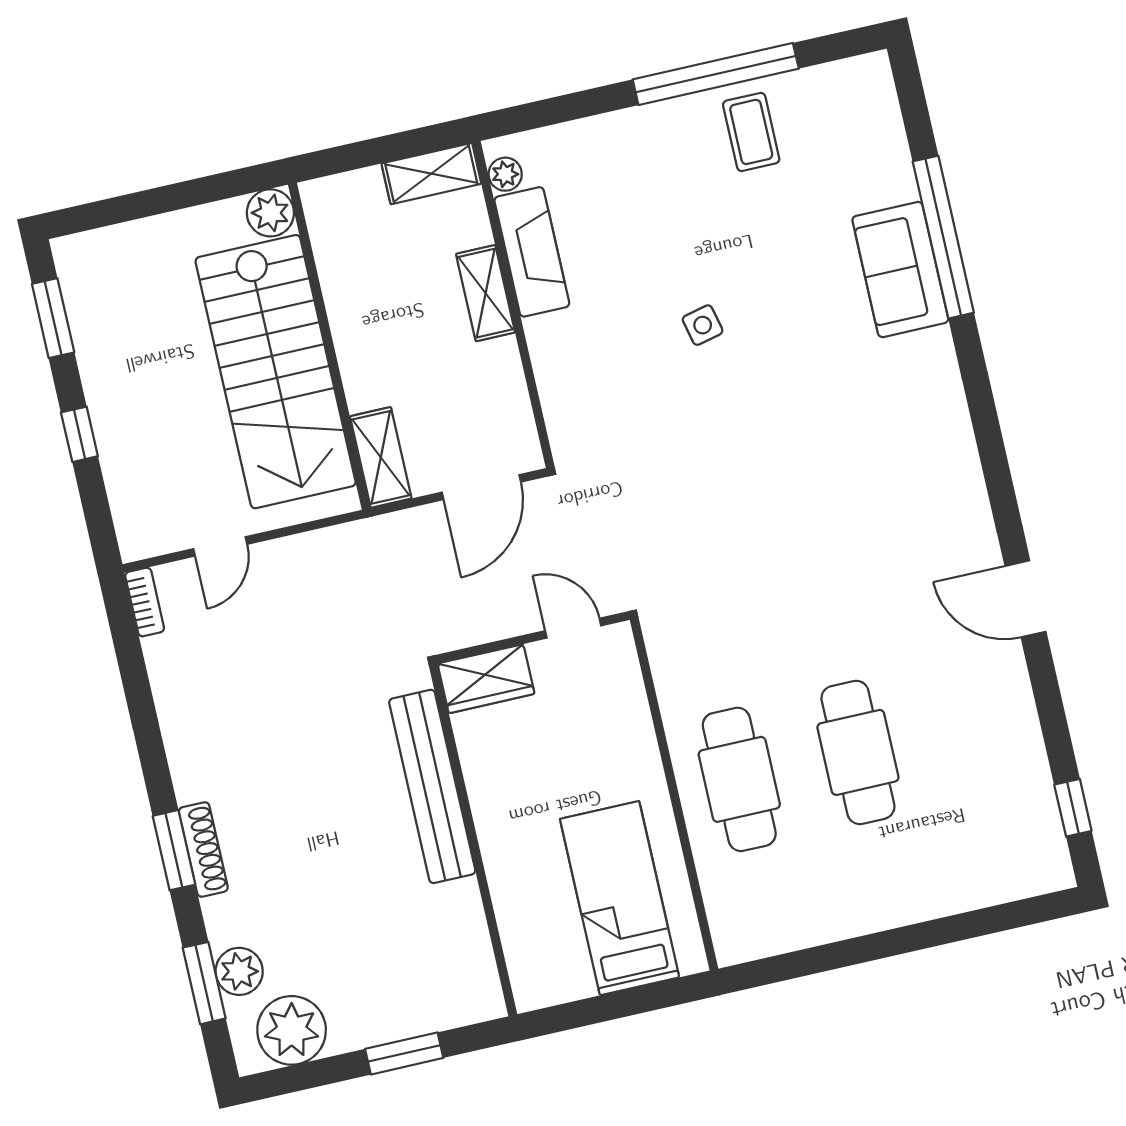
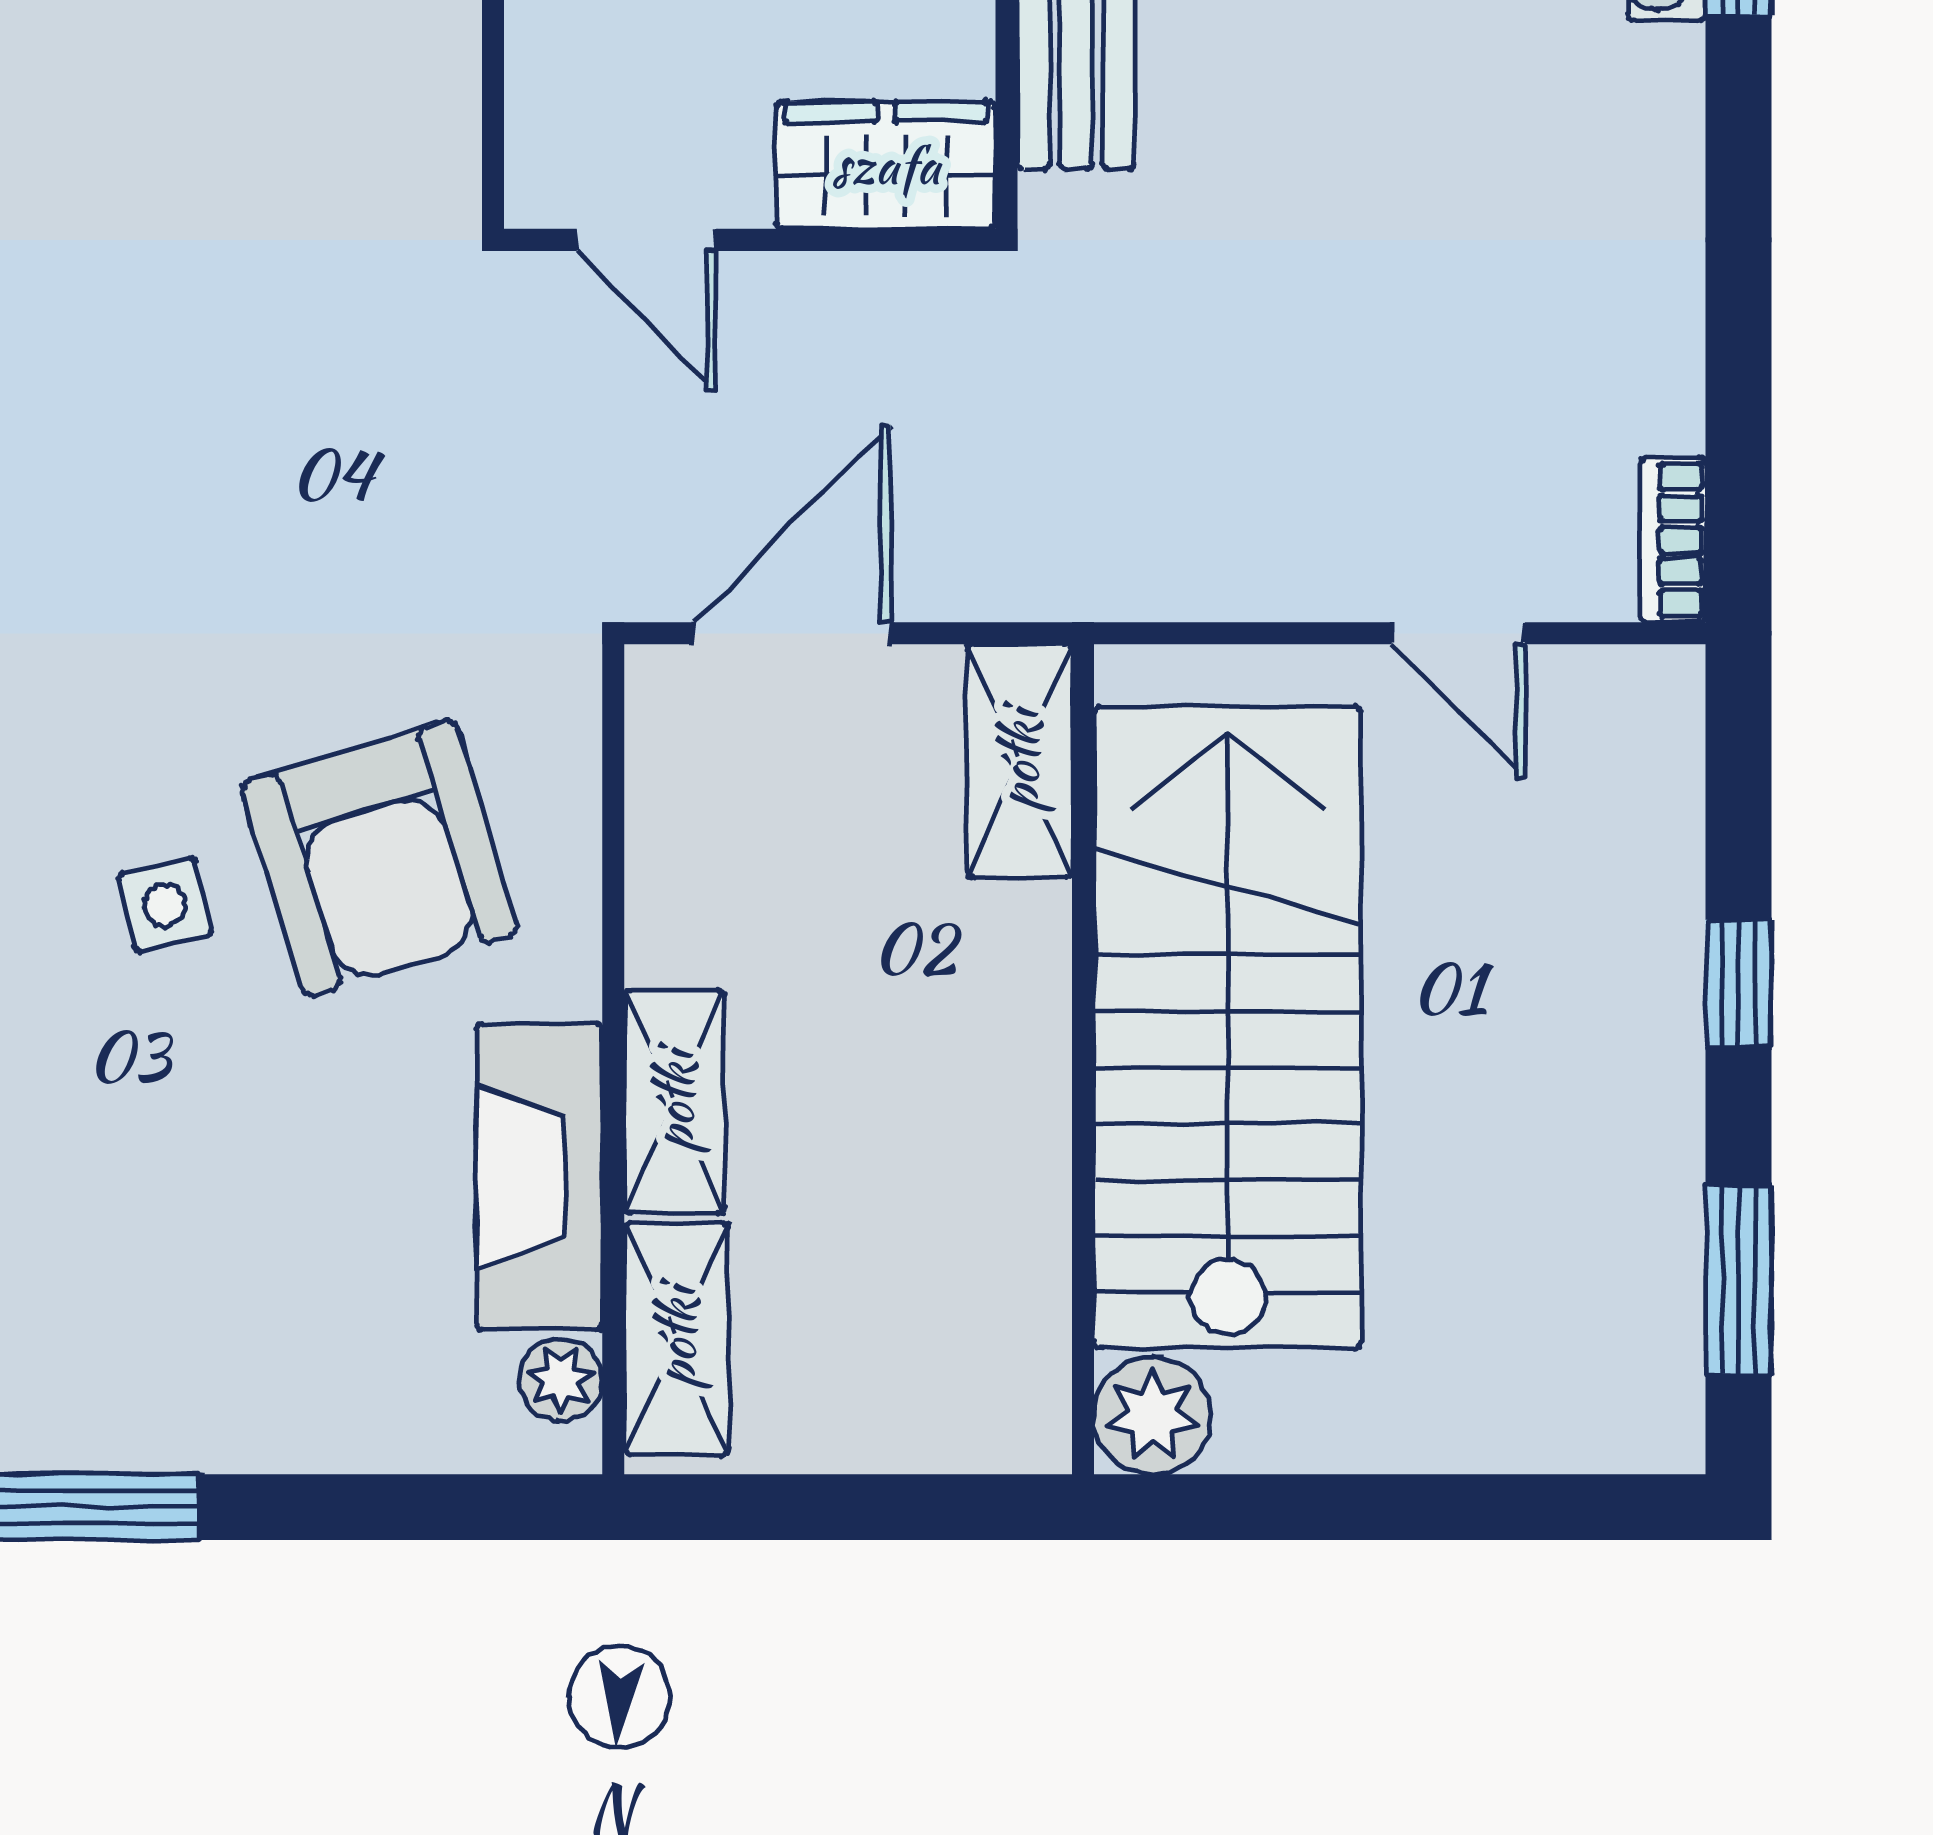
shelving: (431, 174) -> (676, 1338), moved, turned 90
armchair: (623, 362) -> (380, 858), added
door: (220, 546) -> (1458, 633), swing flipped

